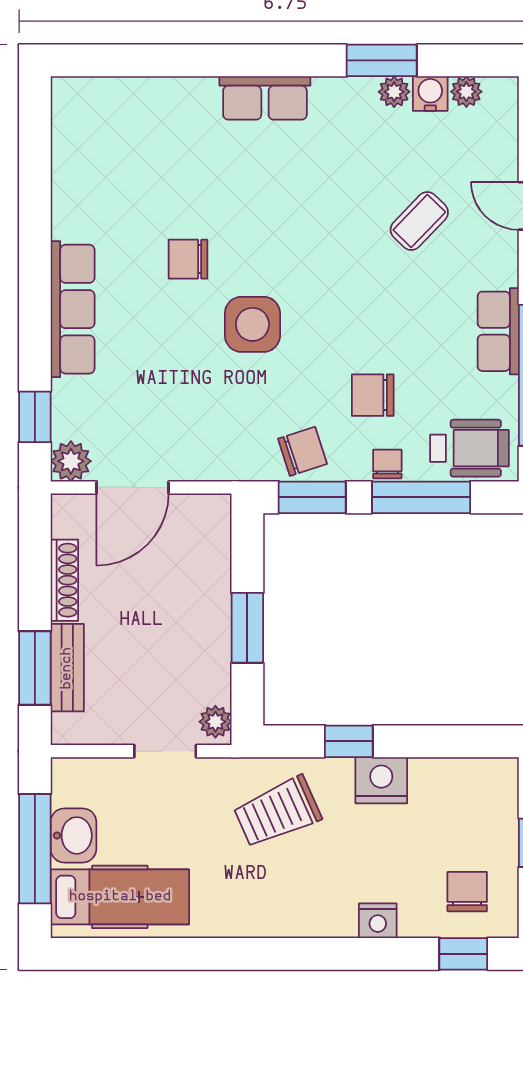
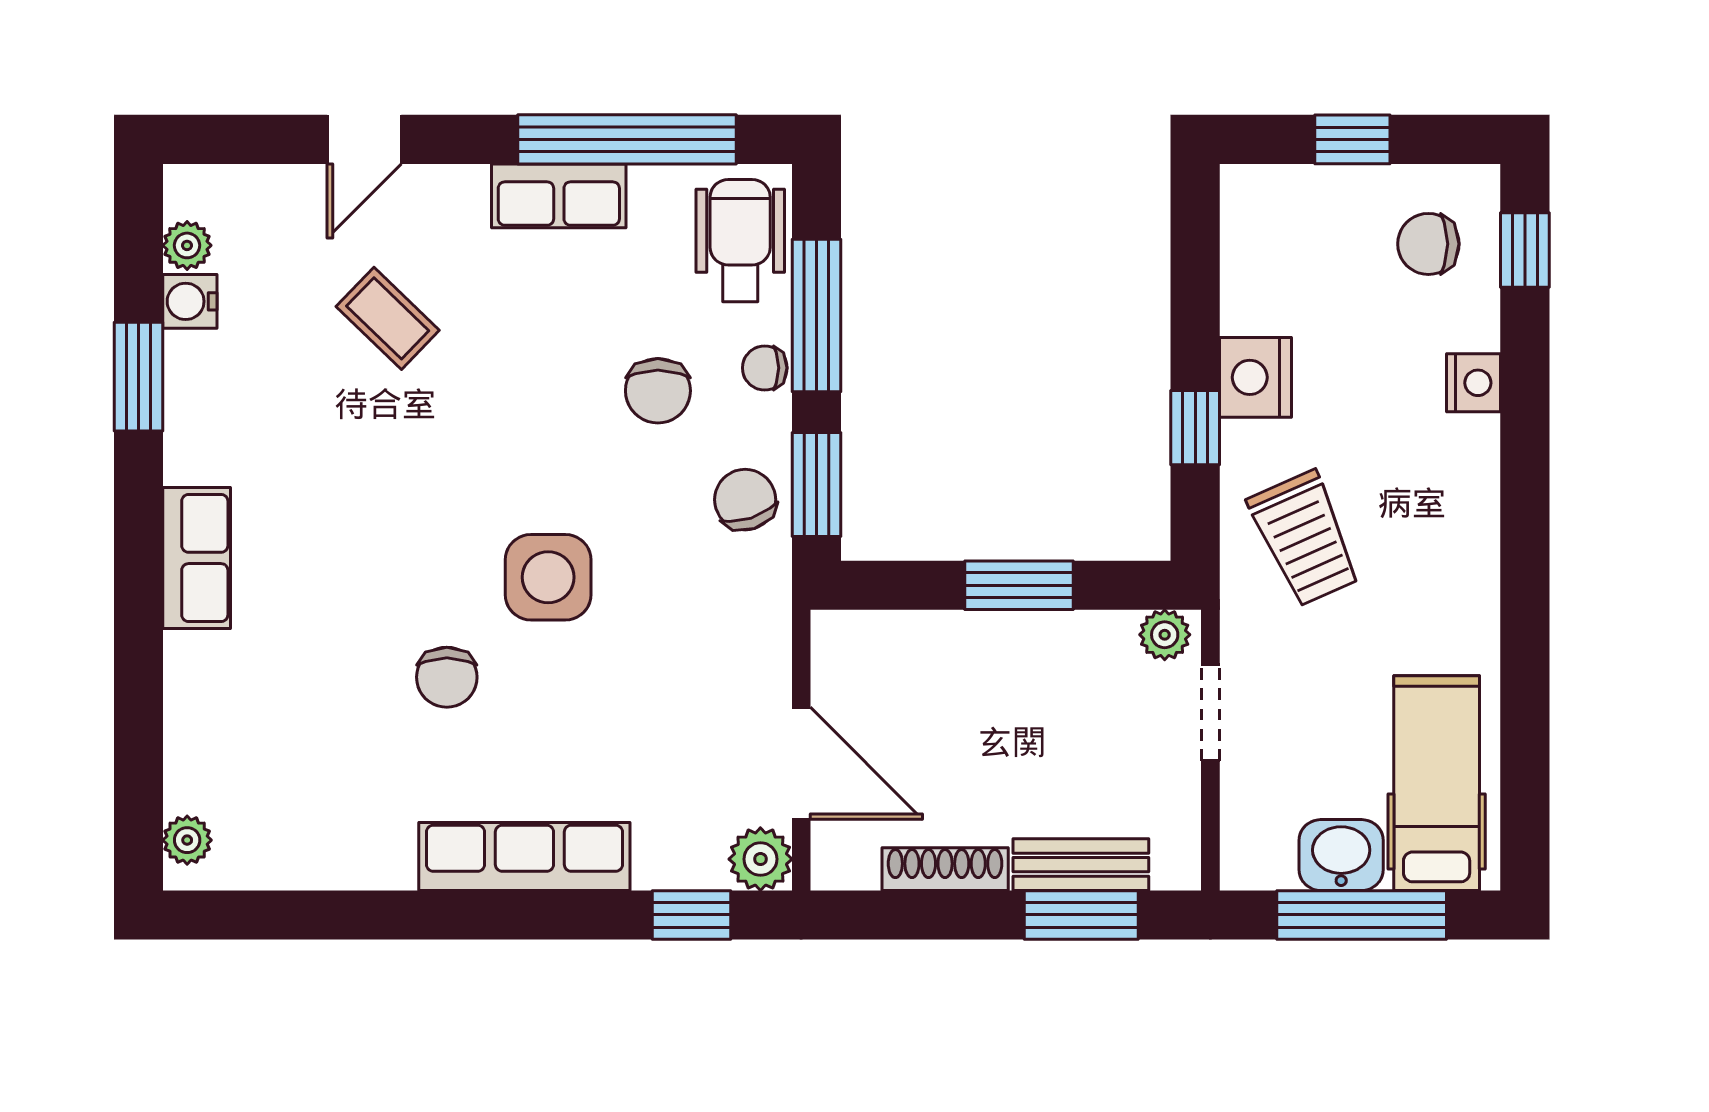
plant: (394, 92) -> (187, 840), moved

